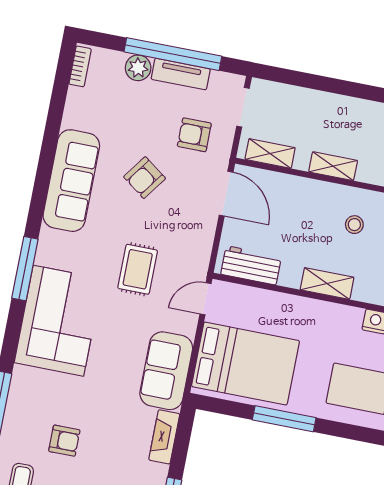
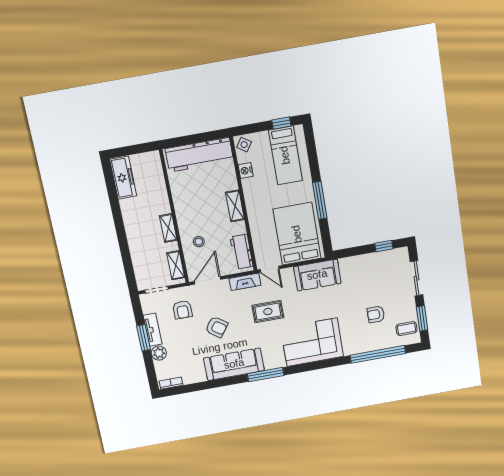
window: (173, 54) -> (144, 338), width x0.47
stool: (354, 225) -> (199, 242), moved
window: (25, 269) -> (266, 375), moved
fireplace: (164, 437) -> (245, 282), moved
armchair: (64, 441) -> (376, 314), turned -90

